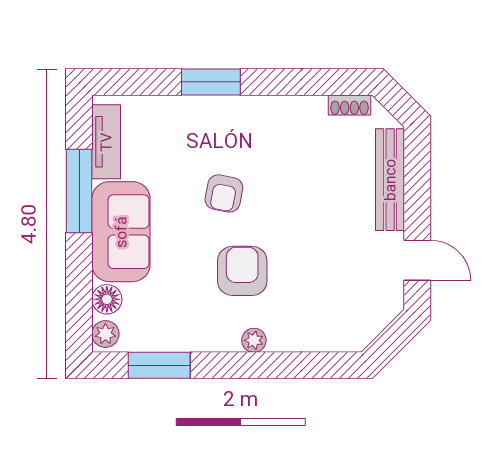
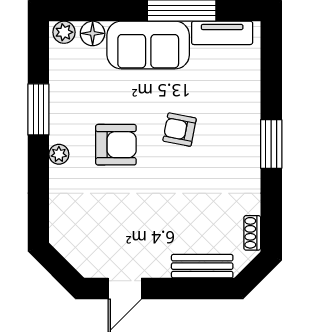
window: (211, 82) -> (271, 144), moved
bench: (390, 180) -> (202, 266), width x0.73
window: (159, 365) -> (38, 109), moved

